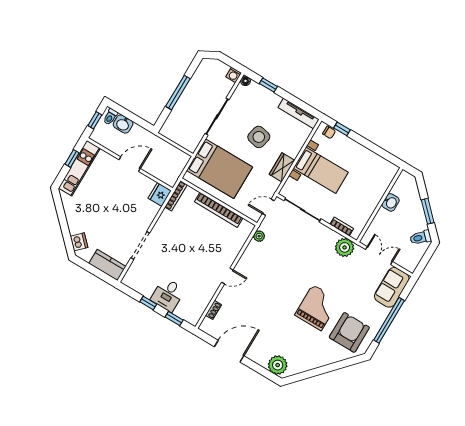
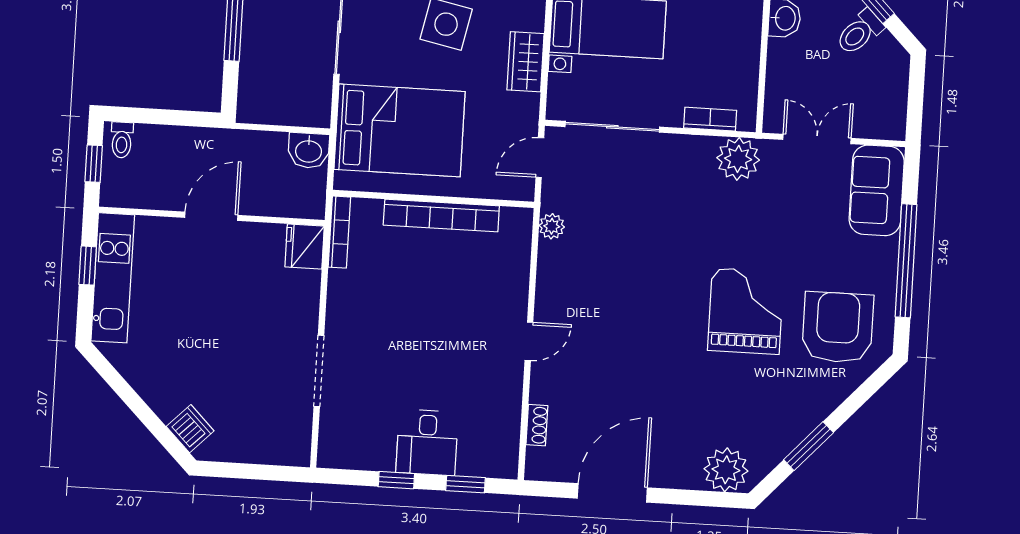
washbasin: (123, 124) -> (309, 150), moved
toilet: (421, 238) -> (860, 32), moved
kitchen counter: (107, 265) -> (273, 446), removed
window: (314, 372) -> (809, 446), added

